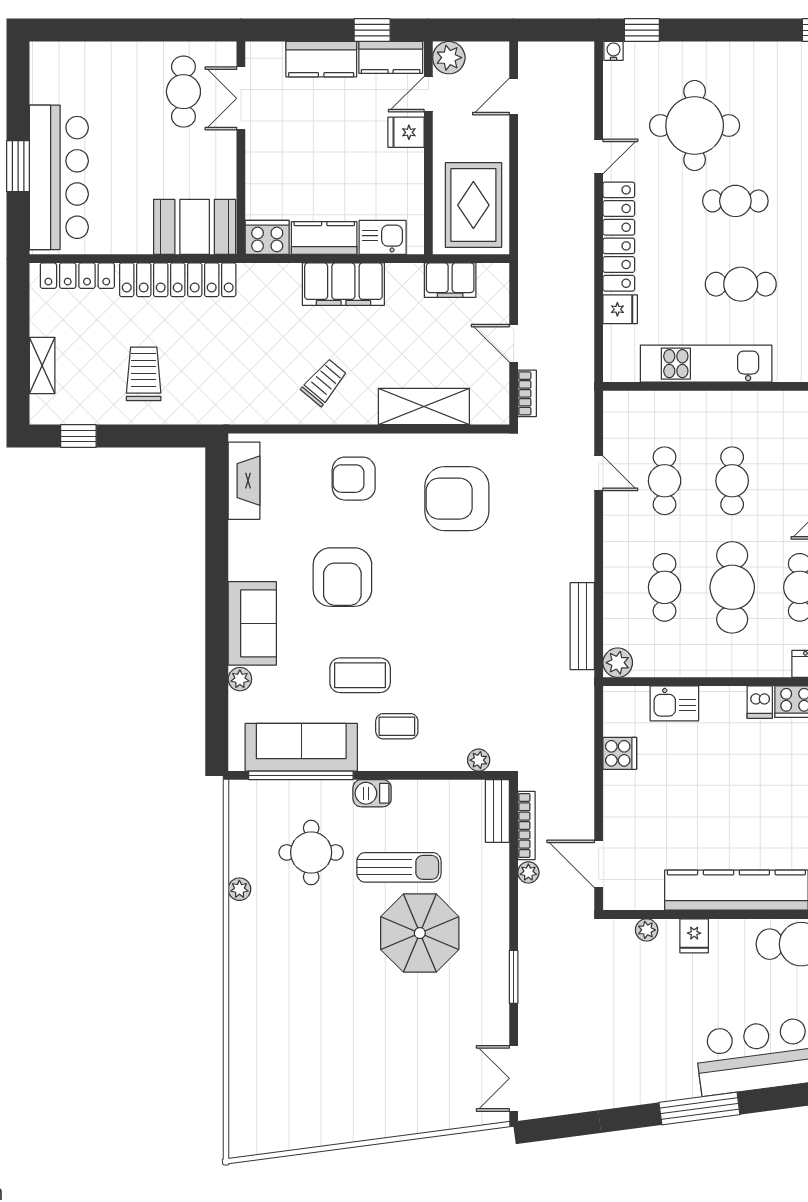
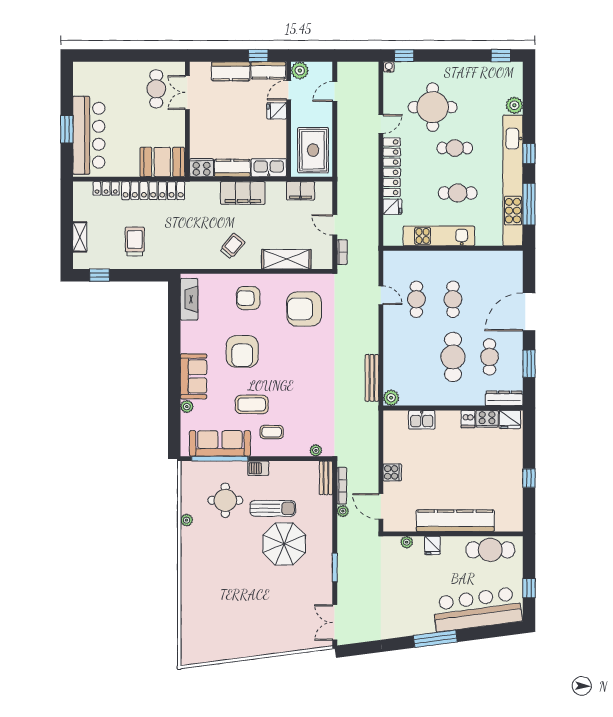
kitchen sink: (383, 237) -> (269, 168), width x1.38
locker: (77, 276) -> (106, 188), width x0.66
cafe table: (665, 587) -> (416, 357), removed
cooker: (620, 753) -> (392, 472), moved

